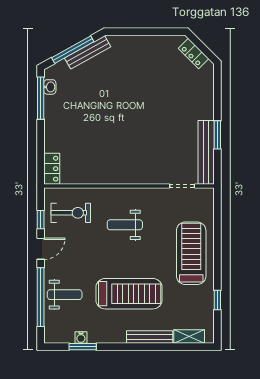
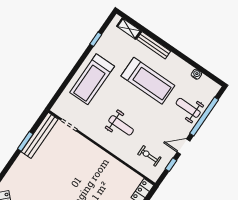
exercise bike: (71, 213) -> (149, 156), width x0.73, depth x0.72
treadmill: (129, 294) -> (148, 81), turned 180
window: (83, 347) -> (199, 68), removed

